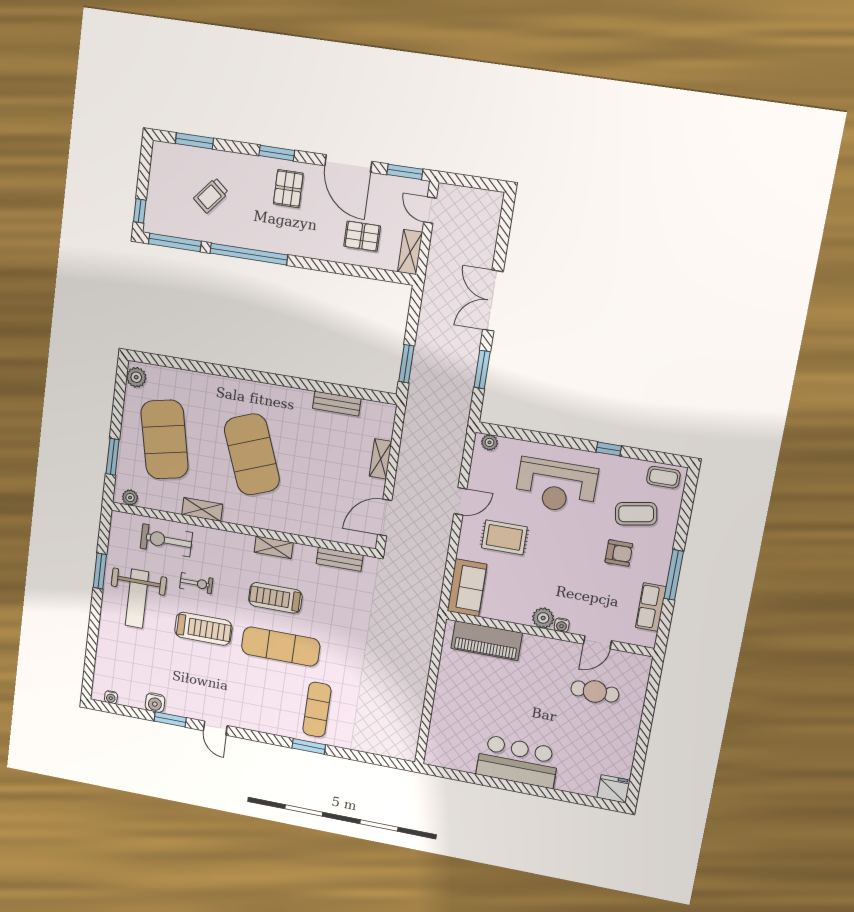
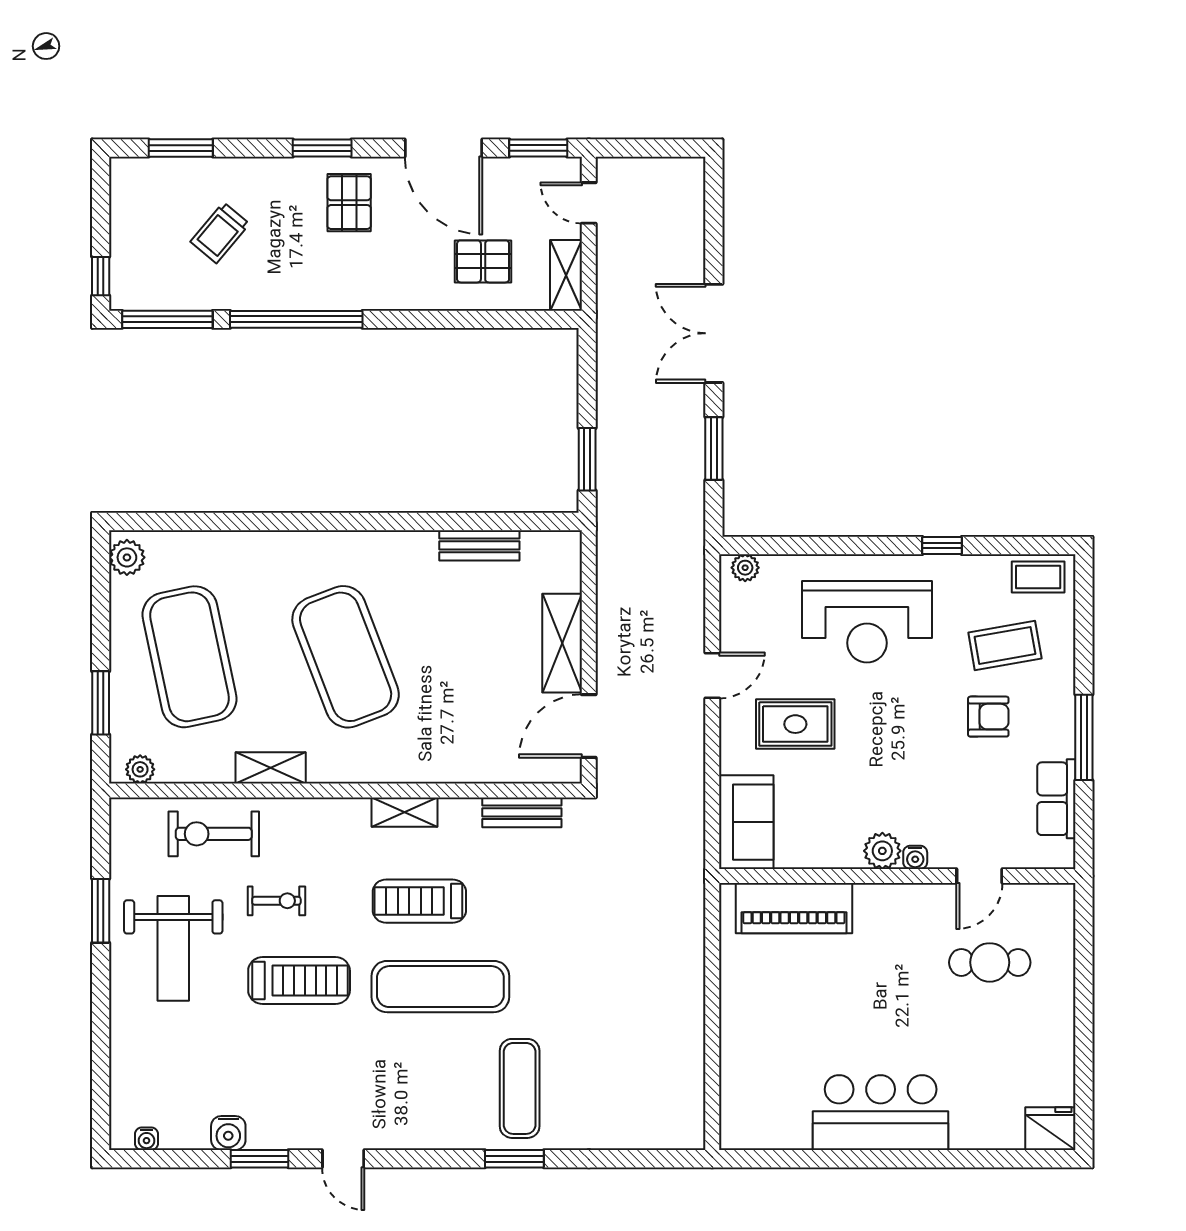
shelving: (381, 459) -> (562, 643), width x1.50, depth x1.33

